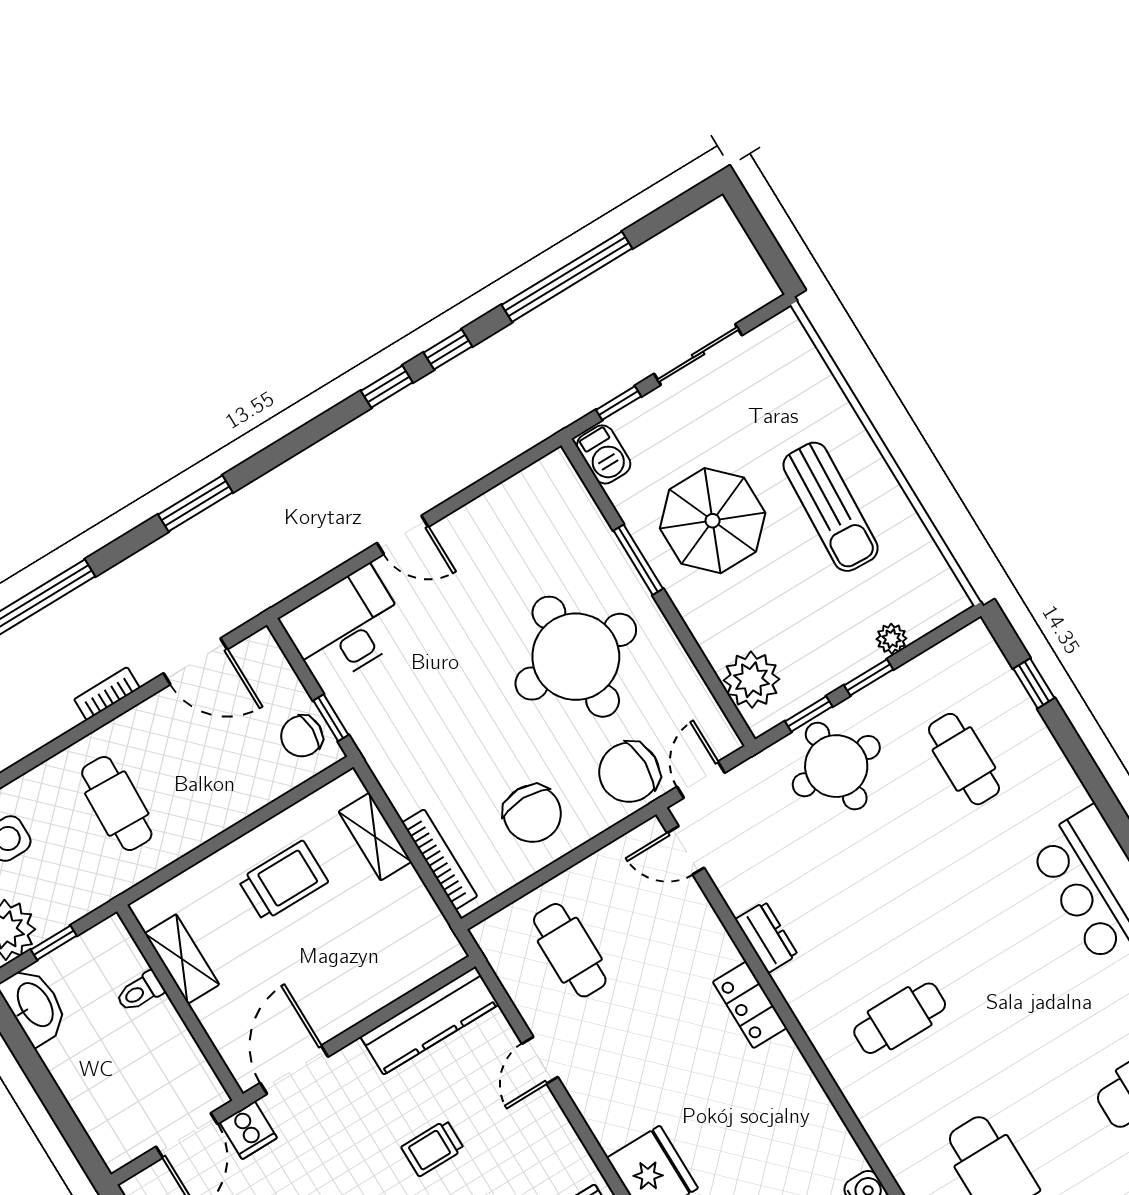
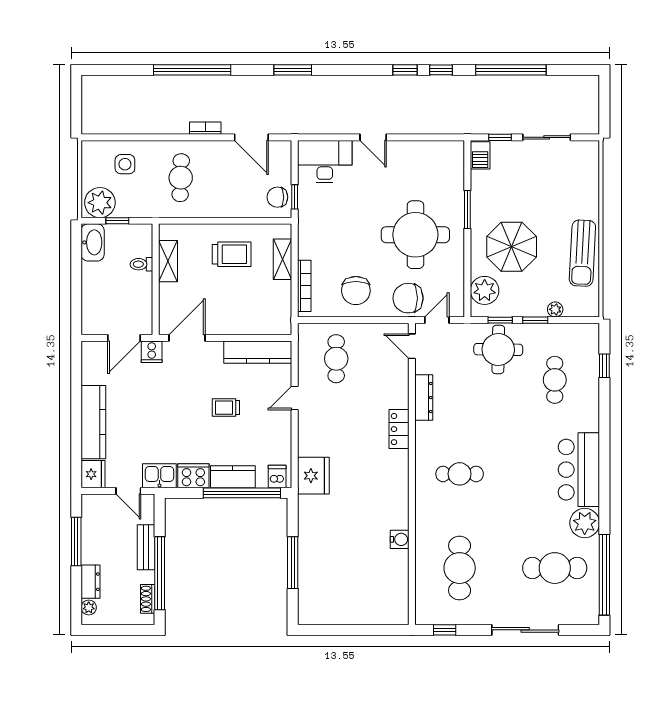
sun lounger: (831, 507) -> (582, 253), moved
parasol: (713, 521) -> (512, 247), moved
dresser: (766, 937) -> (424, 398), width x1.44

